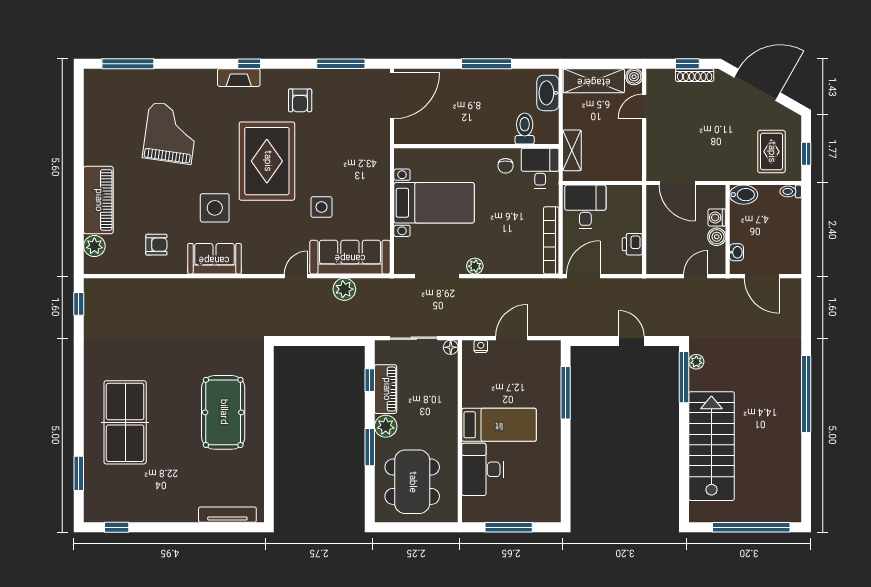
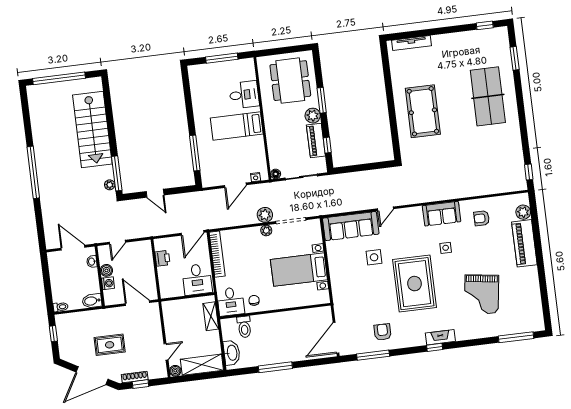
armchair: (300, 100) -> (383, 332), moved
rug: (771, 152) -> (110, 345), moved, turned 90
side table: (215, 208) -> (446, 248), width x0.54, depth x0.54
plant: (344, 289) -> (265, 215), moved
desk: (483, 469) -> (244, 95), width x0.73

